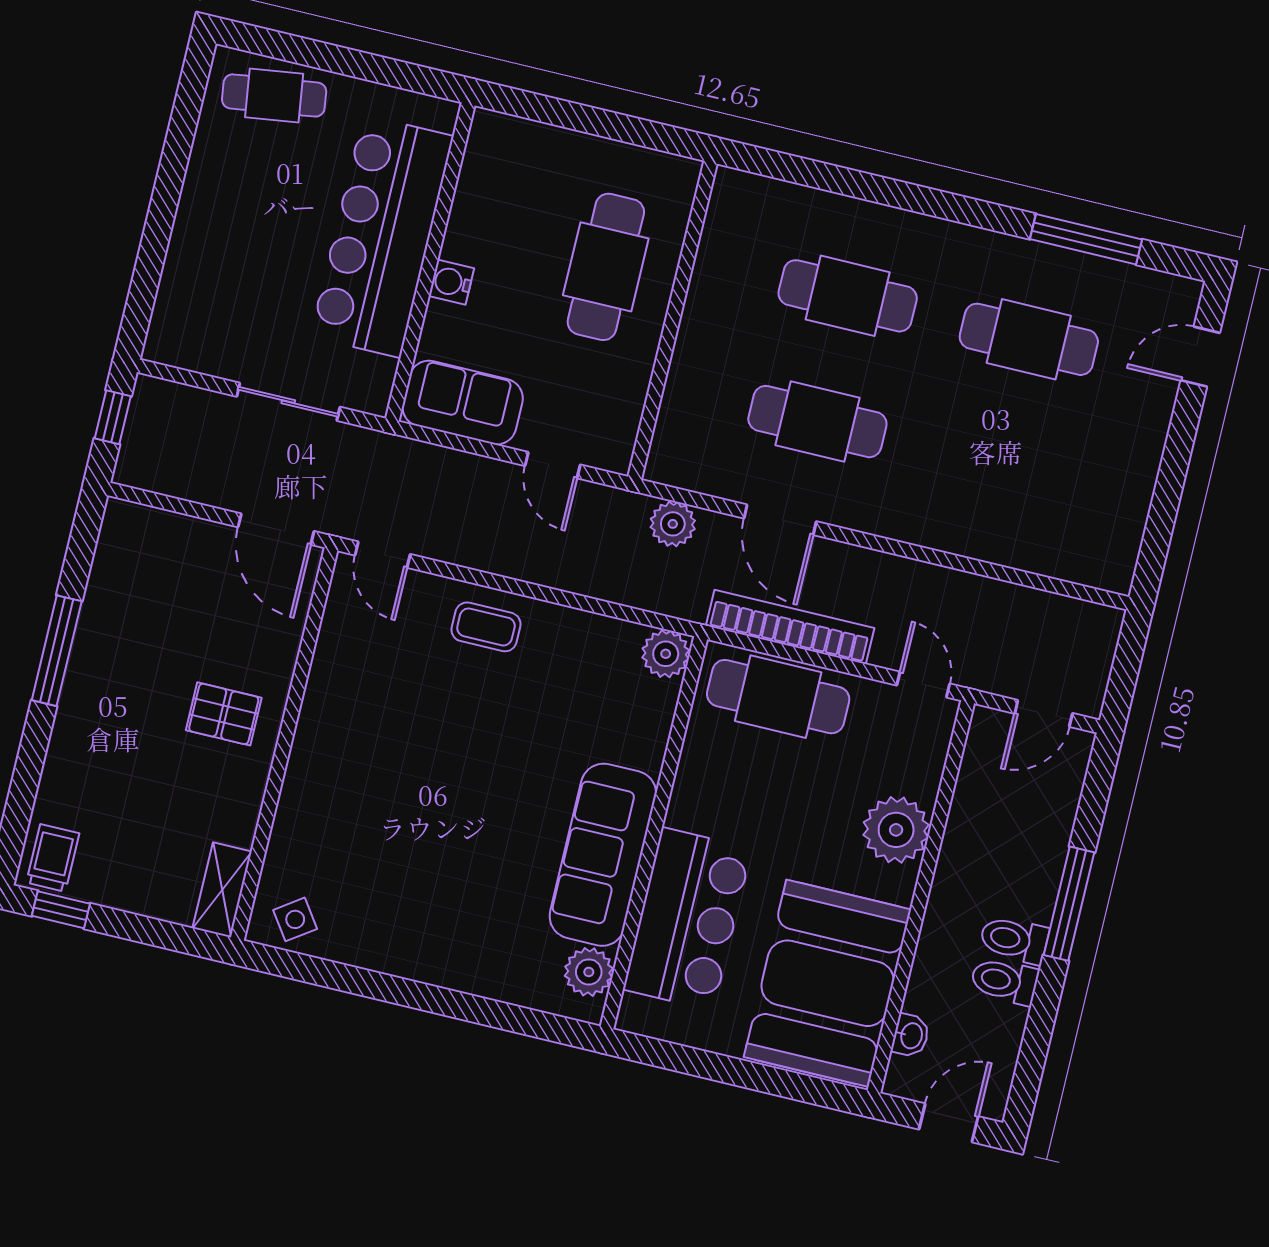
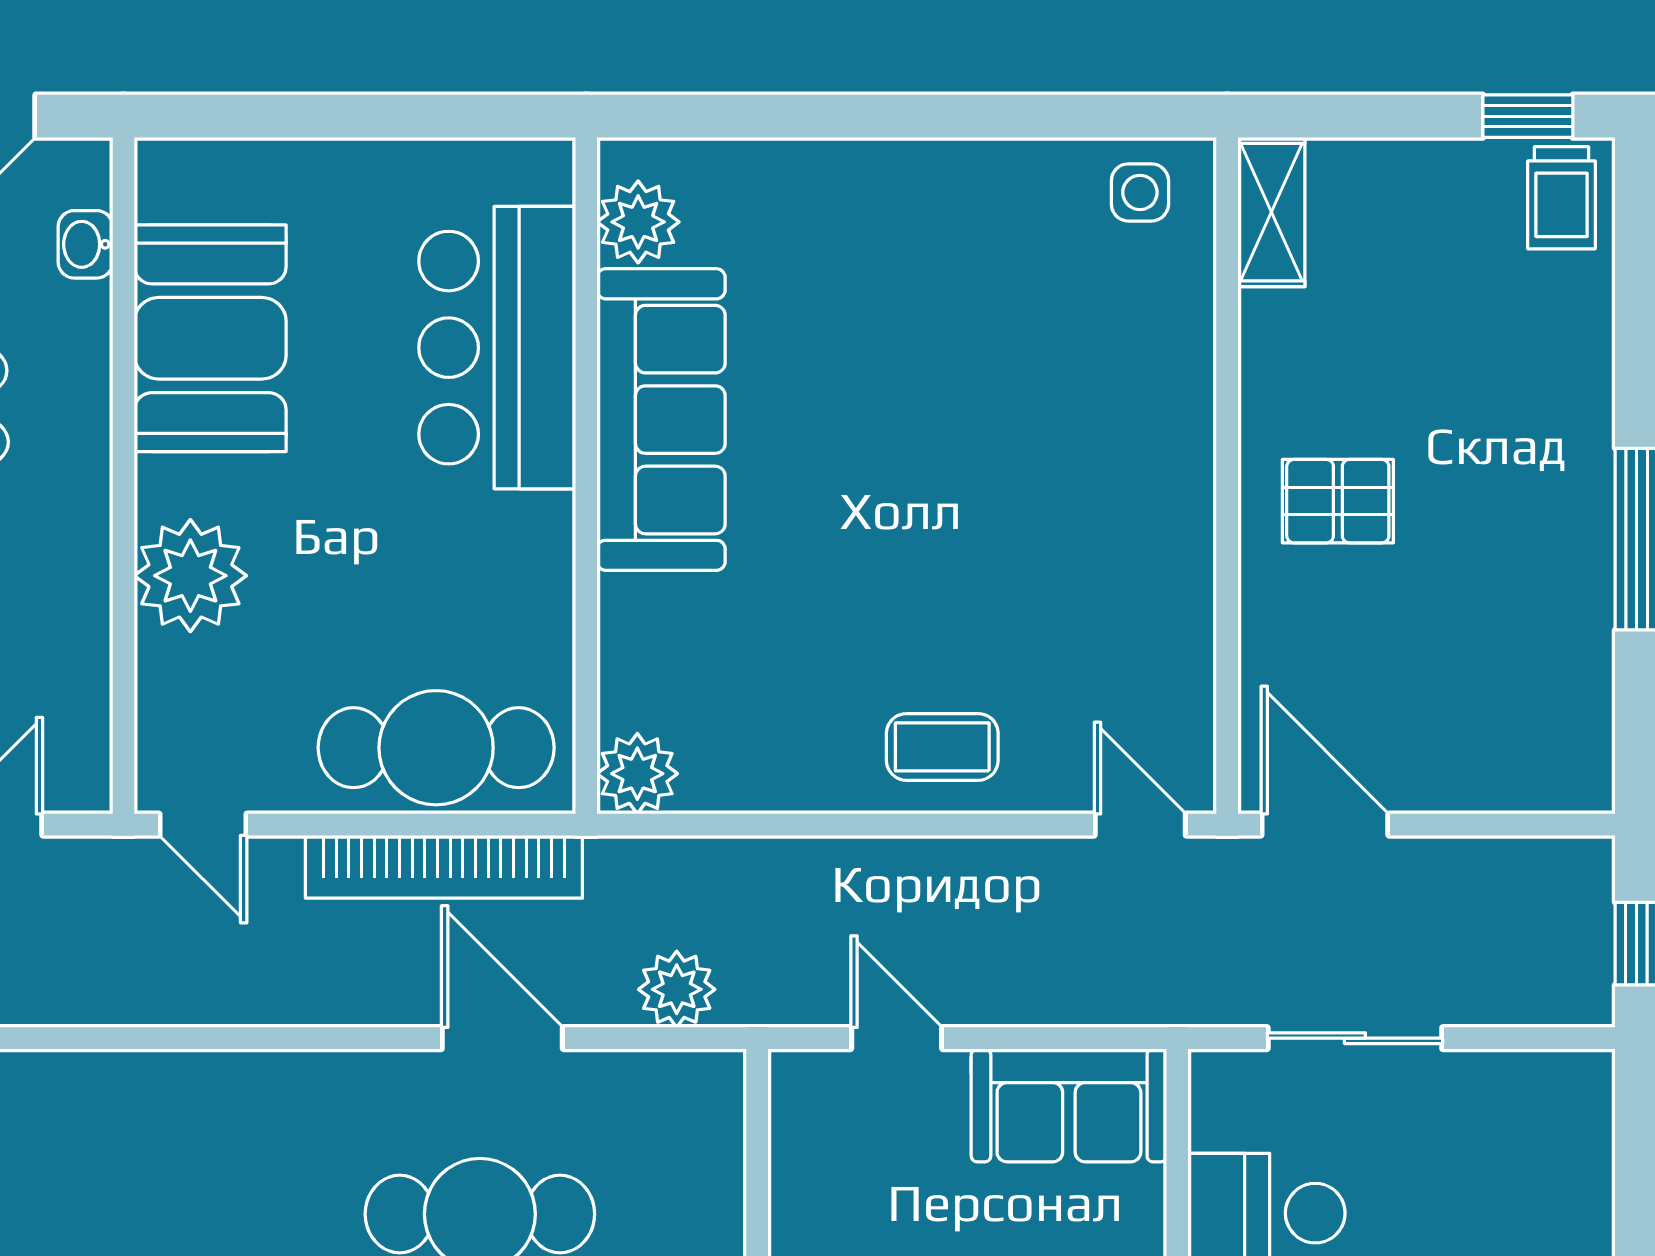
side table: (295, 919) -> (1140, 192), turned 35
booth: (828, 983) -> (210, 338), width x0.73, depth x0.70

